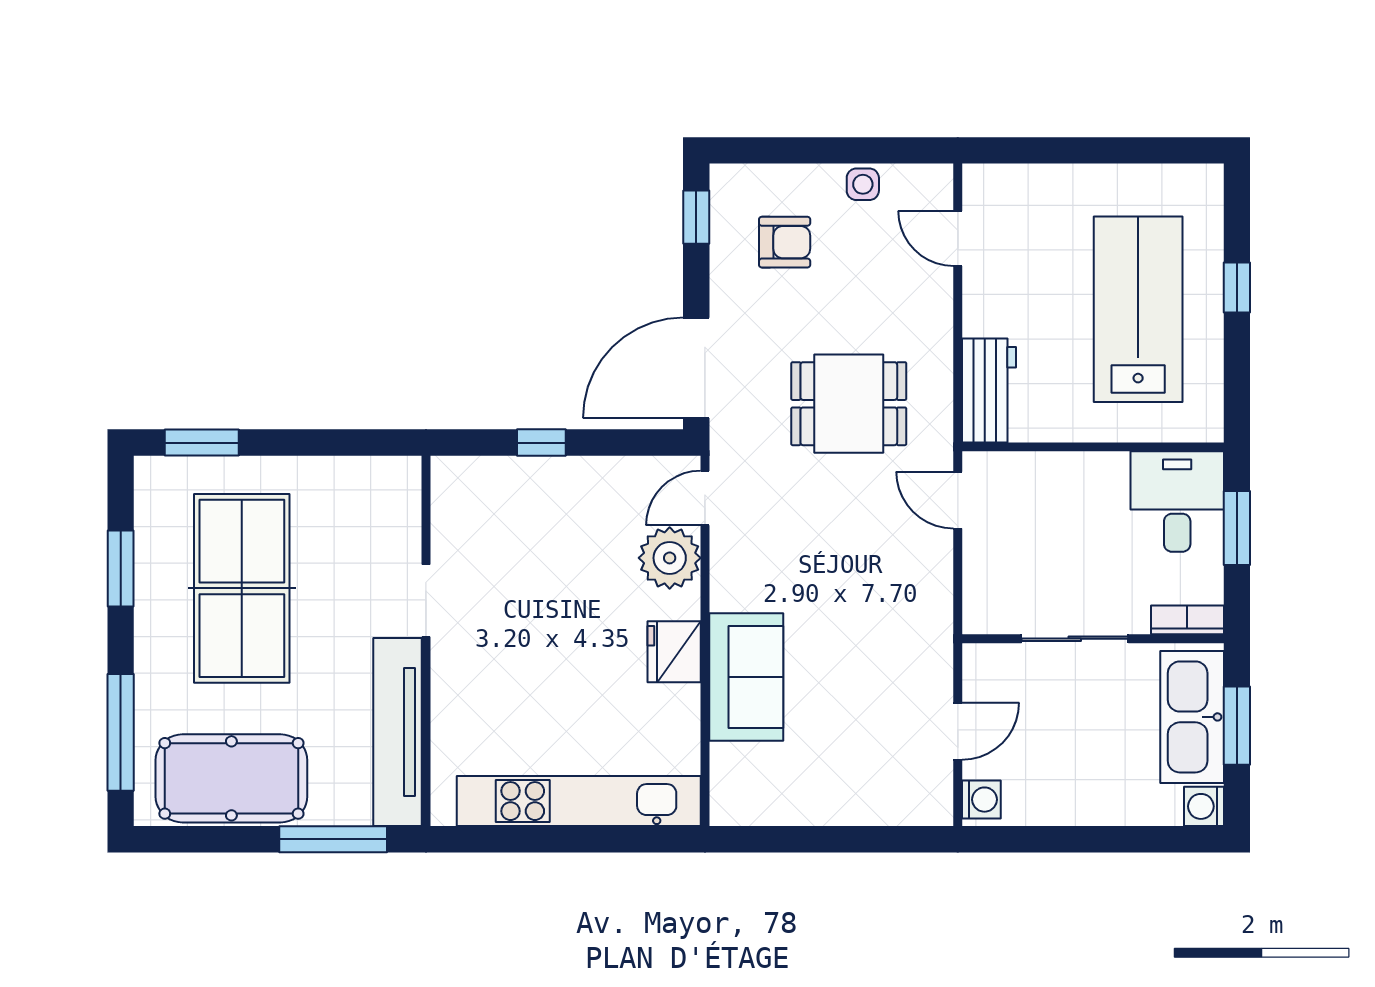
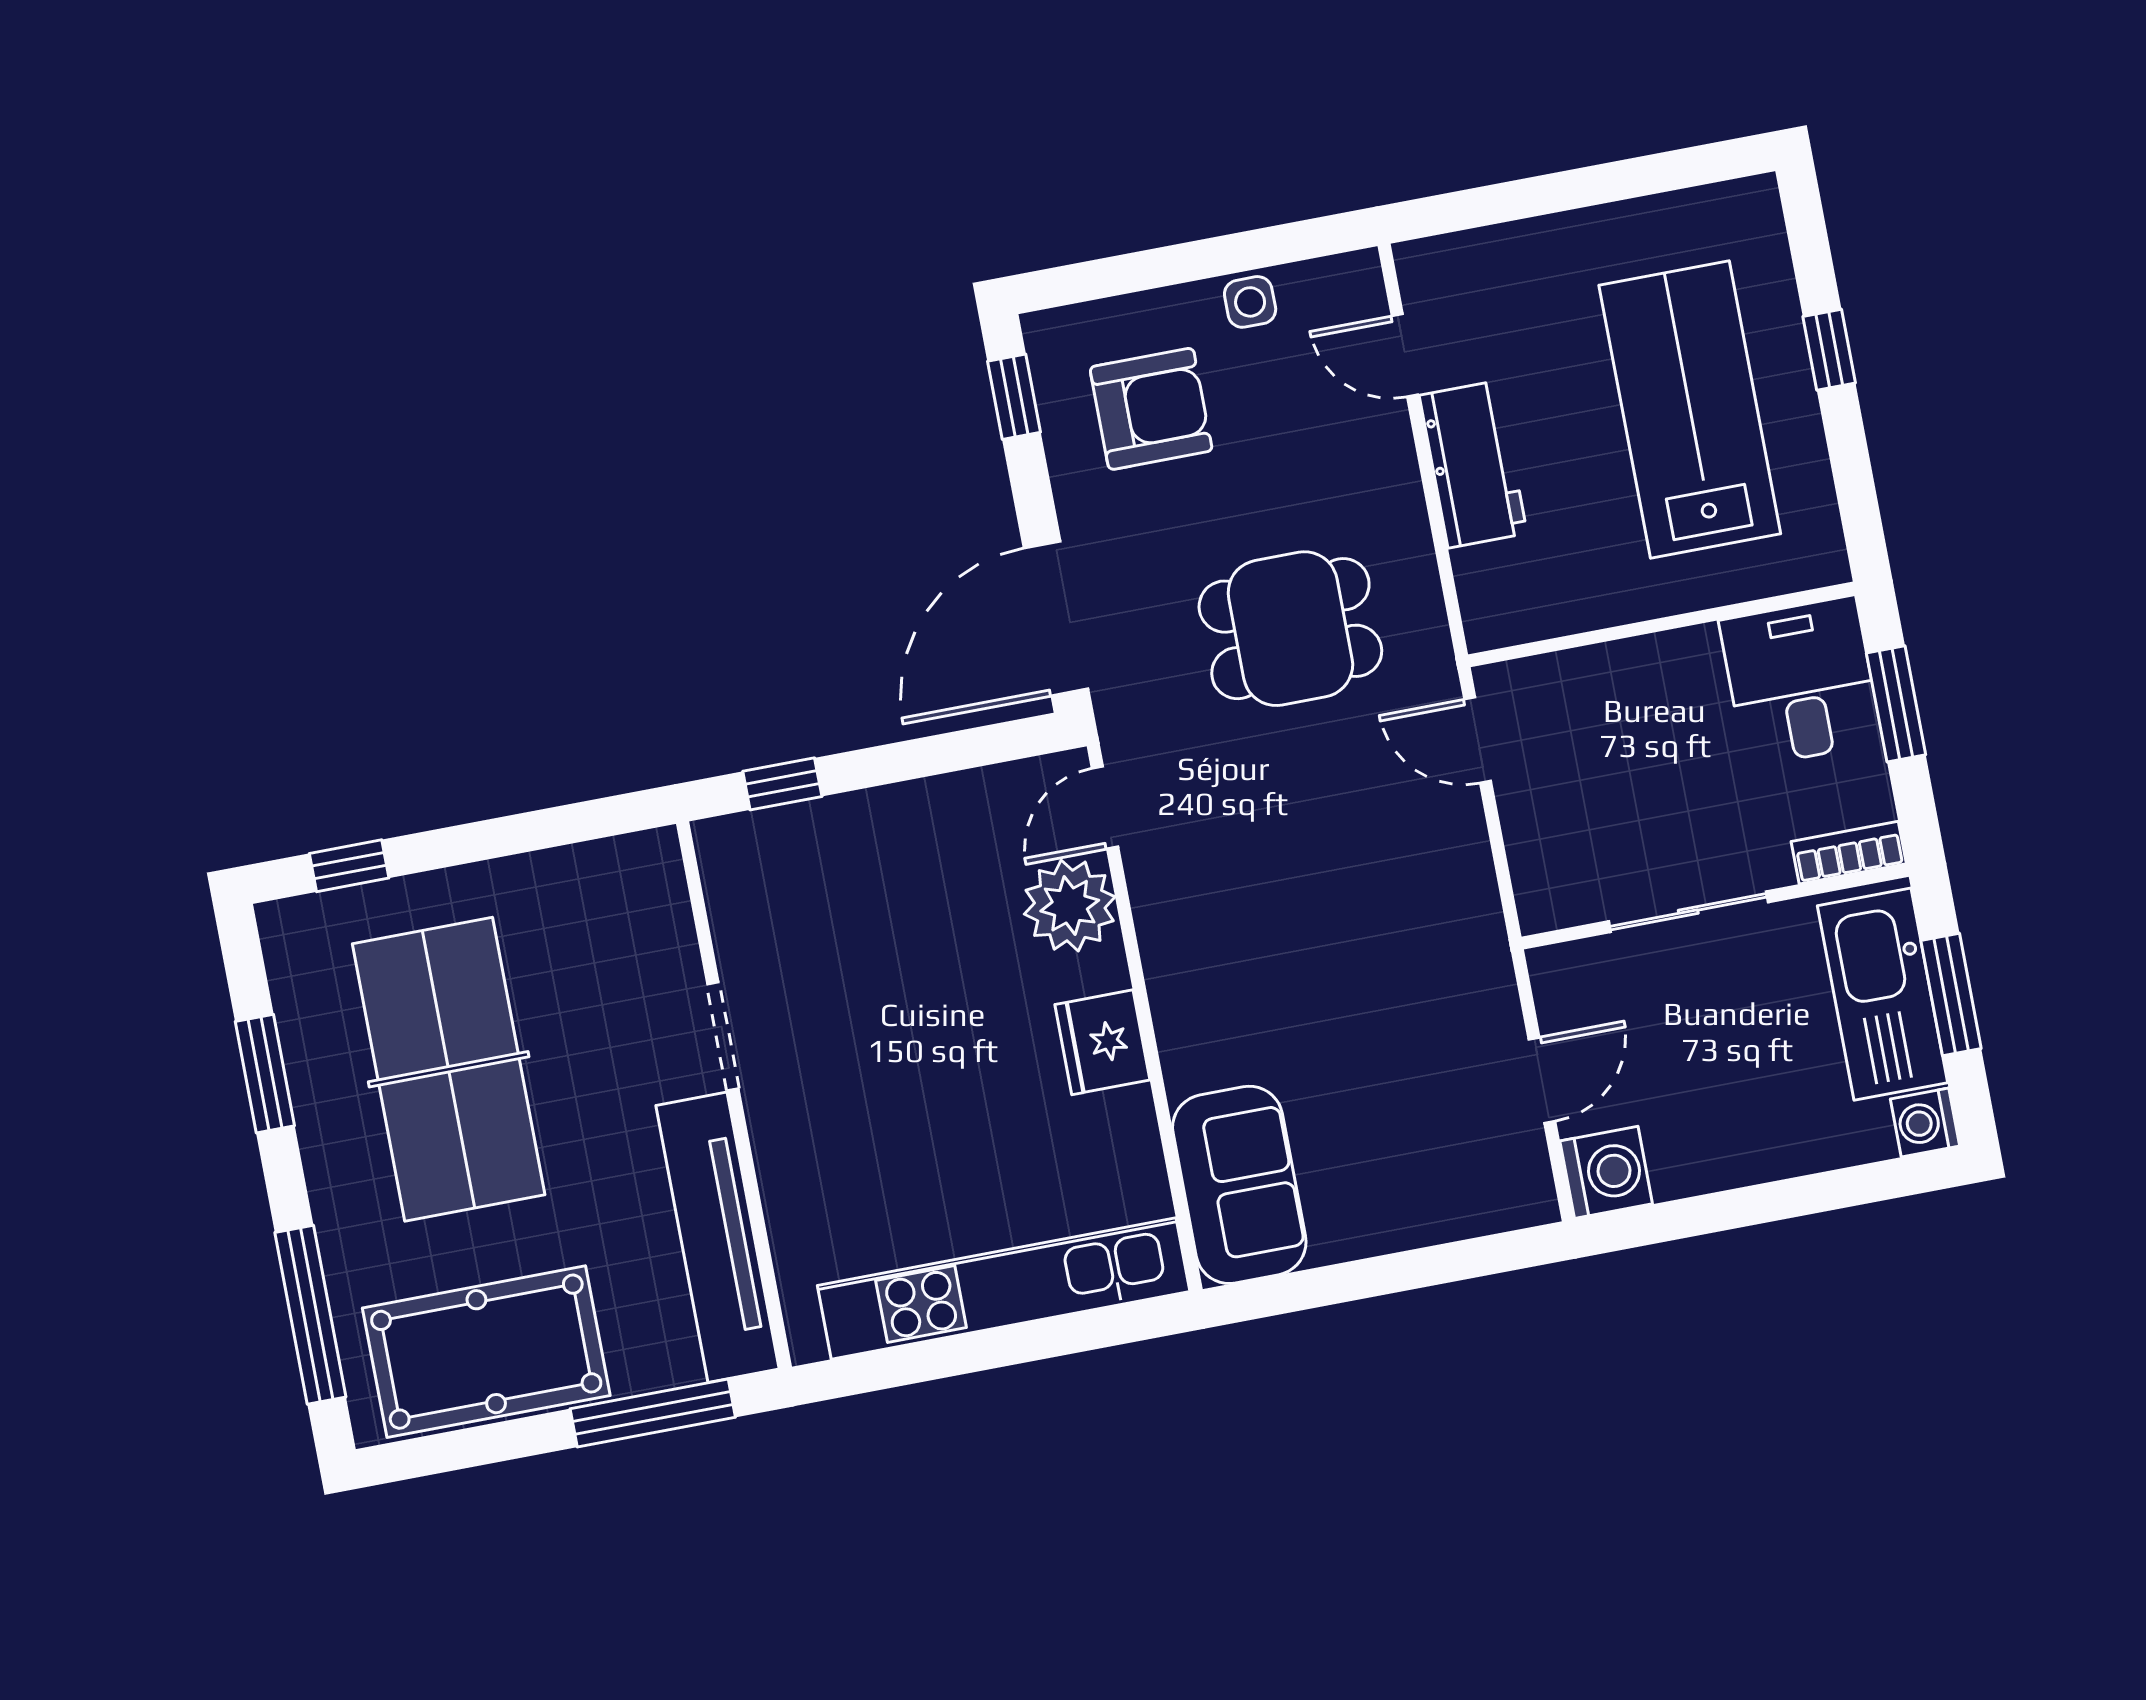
armchair: (785, 242) -> (1151, 409), width x1.38, depth x1.38
workbench: (989, 390) -> (1473, 464), moved
window: (202, 443) -> (349, 866), width x0.67
window: (541, 443) -> (782, 784), moved
sofa: (746, 677) -> (1239, 1185), moved
washing machine: (981, 800) -> (1606, 1172), width x1.38, depth x1.38

